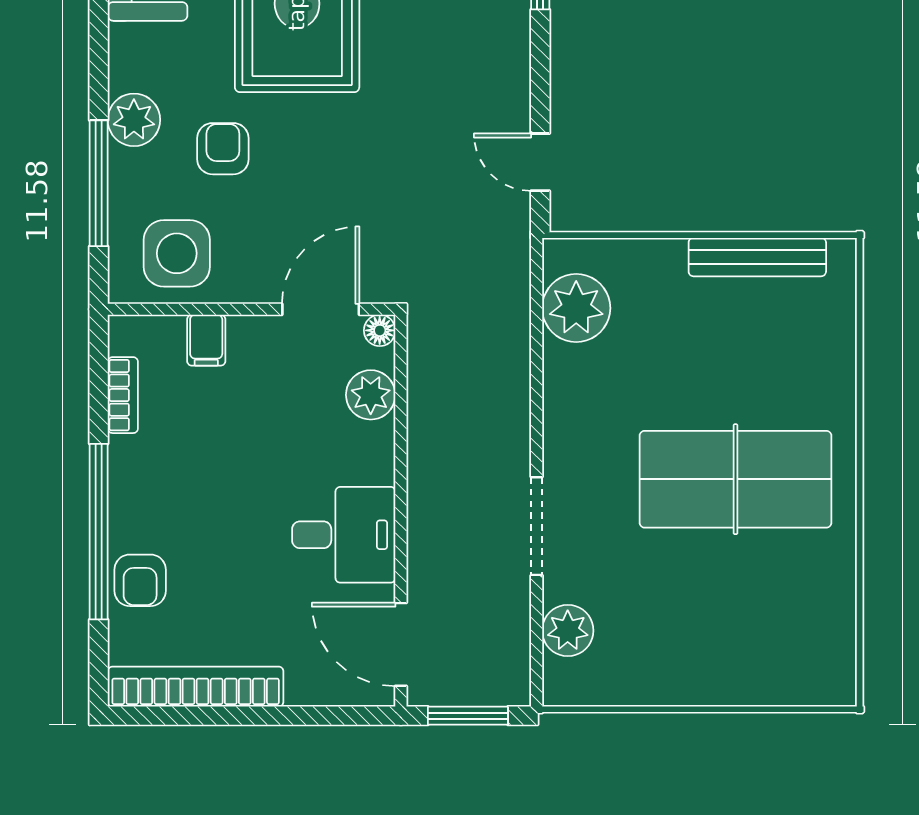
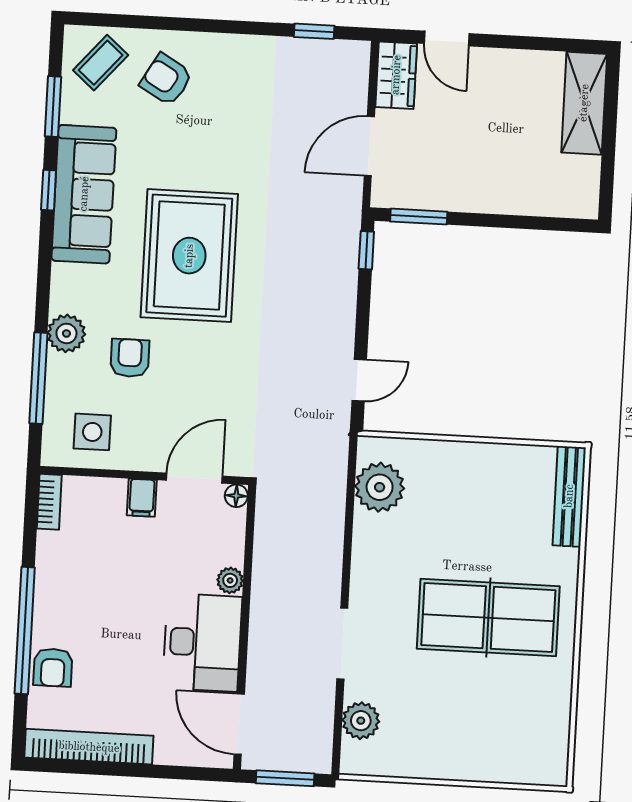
door: (540, 162) -> (359, 380), swing flipped
side table: (177, 253) -> (92, 432), width x0.73, depth x0.73
bench: (757, 257) -> (569, 496), moved, turned 90
filing cabinet: (206, 340) -> (142, 498), moved
bookcase: (123, 395) -> (49, 502), moved
plant: (371, 395) -> (230, 580), moved, width x0.73, depth x0.73
desk: (344, 535) -> (202, 642), width x1.37

